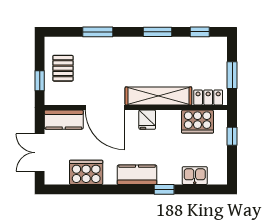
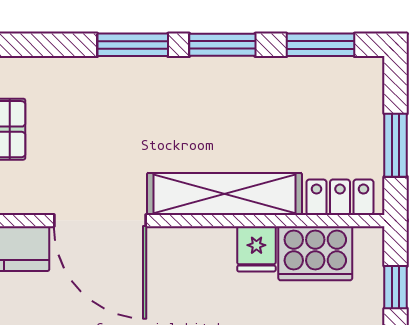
window: (98, 32) -> (133, 45), moved
window: (200, 32) -> (320, 45), width x1.50
fridge: (147, 120) -> (256, 249), moved

